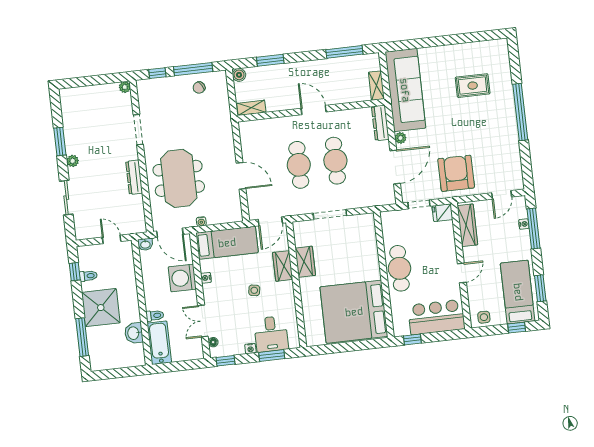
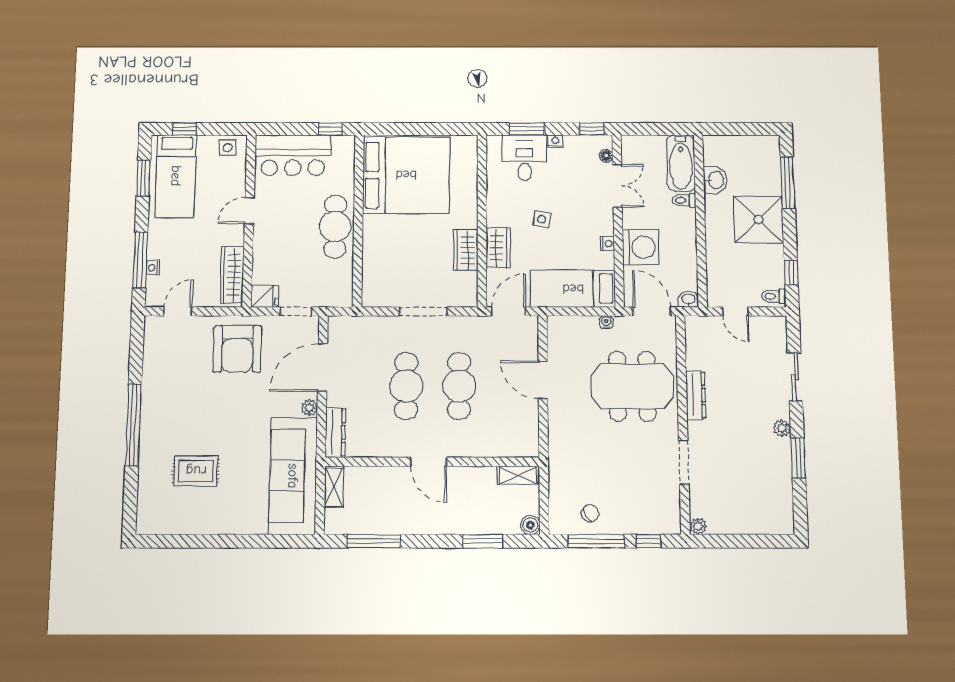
meeting table: (179, 178) -> (632, 386), turned 90
toilet: (88, 276) -> (774, 296), moved

